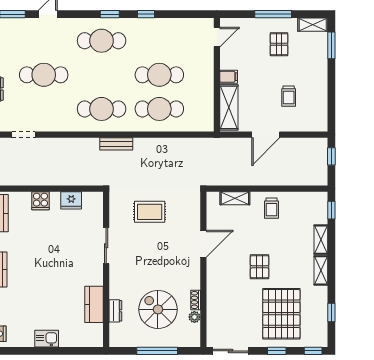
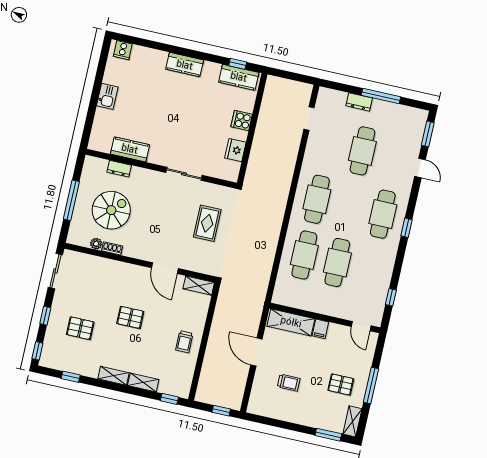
window: (146, 14) -> (391, 297), moved
trolley: (289, 96) -> (289, 383), turned 180
bench: (116, 144) -> (280, 206), removed
shelving: (235, 198) -> (199, 286), moved, turned 90
trolley: (272, 208) -> (184, 342), turned -90
pallet: (281, 314) -> (80, 328), width x0.49, depth x0.50

